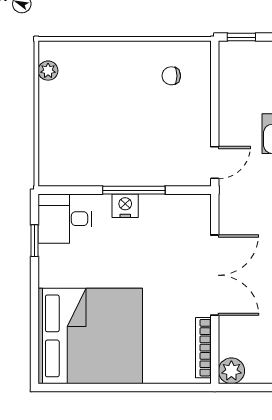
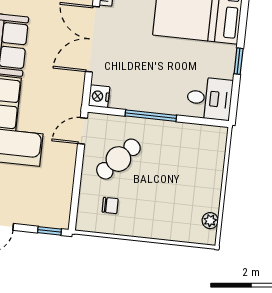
cafe table: (167, 133) -> (118, 159), added
nightstand: (125, 206) -> (99, 96), moved, turned 90
window: (35, 241) -> (239, 61), moved

